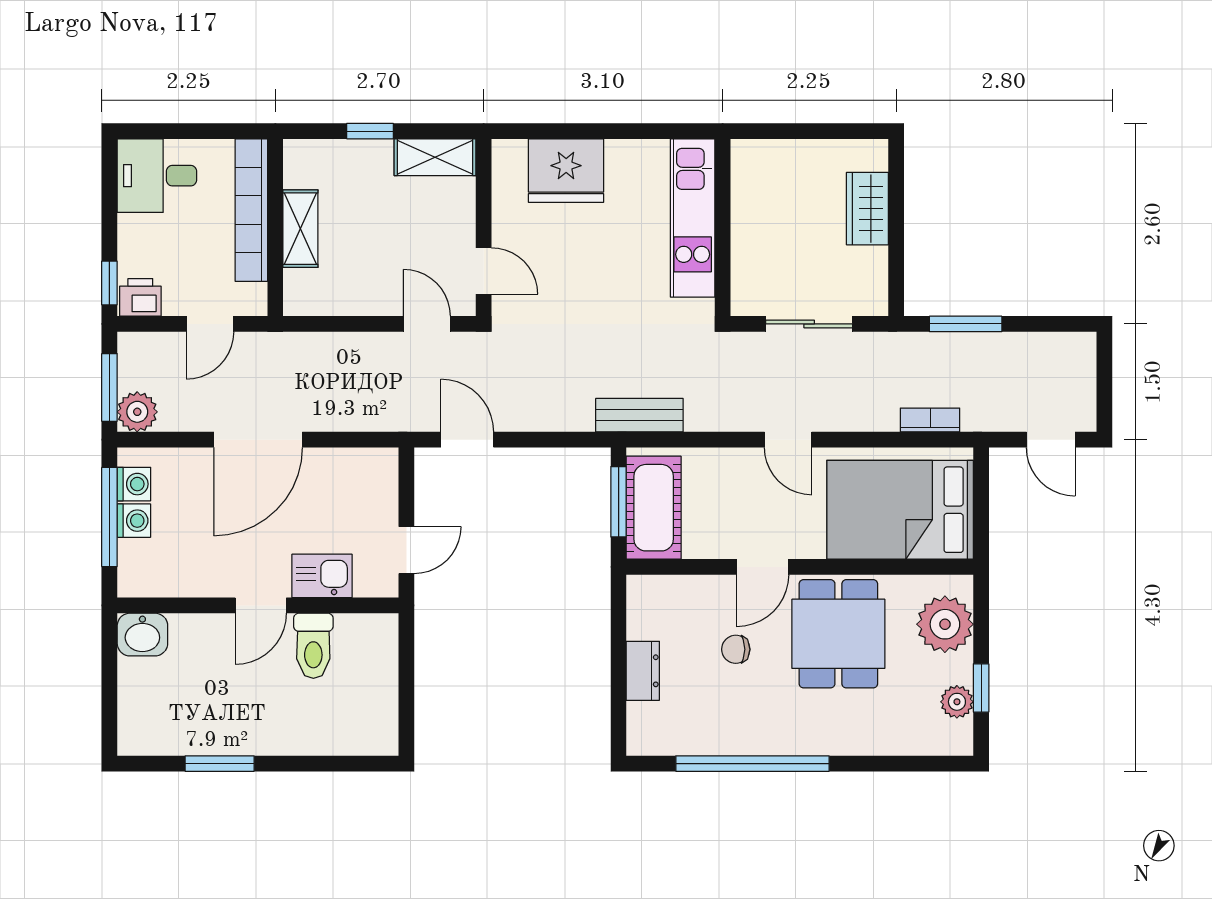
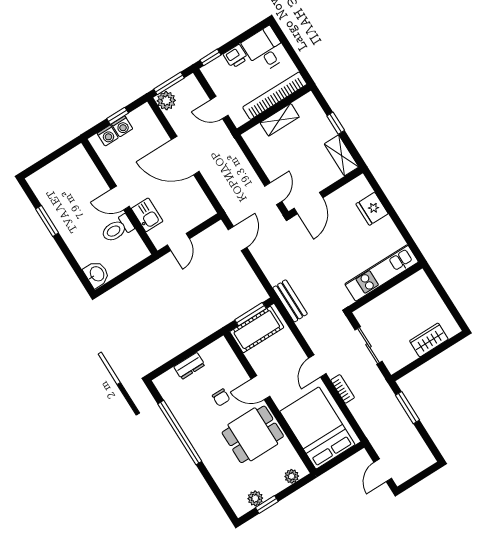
fridge: (566, 171) -> (372, 209), width x0.73, depth x0.75
door: (484, 271) -> (308, 203), width x1.38
printer: (140, 297) -> (236, 56), moved, turned 90
bookcase: (930, 420) -> (343, 389), moved
washing machine: (134, 484) -> (108, 136), moved
window: (109, 517) -> (118, 116), width x0.46
door: (406, 550) -> (178, 242), hinge flipped
plant: (945, 624) -> (292, 476), width x0.53, depth x0.53
washbasin: (142, 635) -> (97, 274), moved, turned 180
chair: (736, 649) -> (221, 397), turned 180

